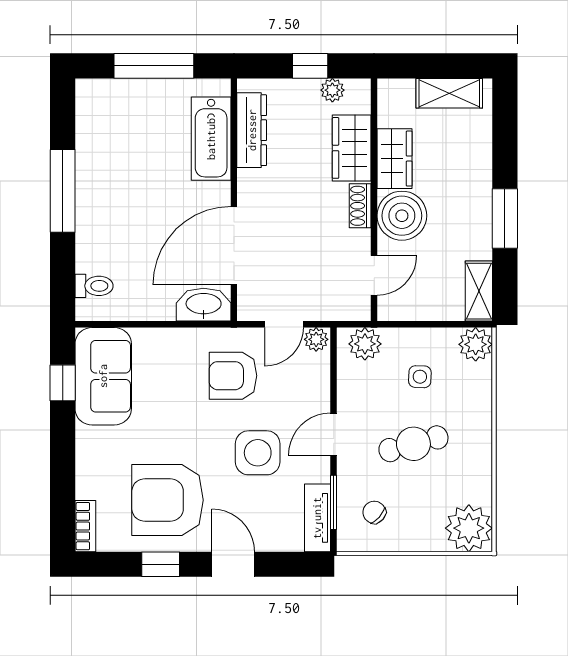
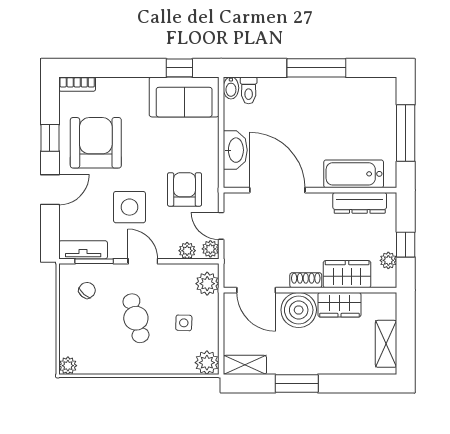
door: (374, 275) -> (256, 290), width x1.38
washbasin: (204, 305) -> (235, 150), moved
bidet: (91, 311) -> (231, 88), added
plant: (319, 372) -> (187, 251), added
plant: (469, 528) -> (68, 366), width x0.53, depth x0.53

